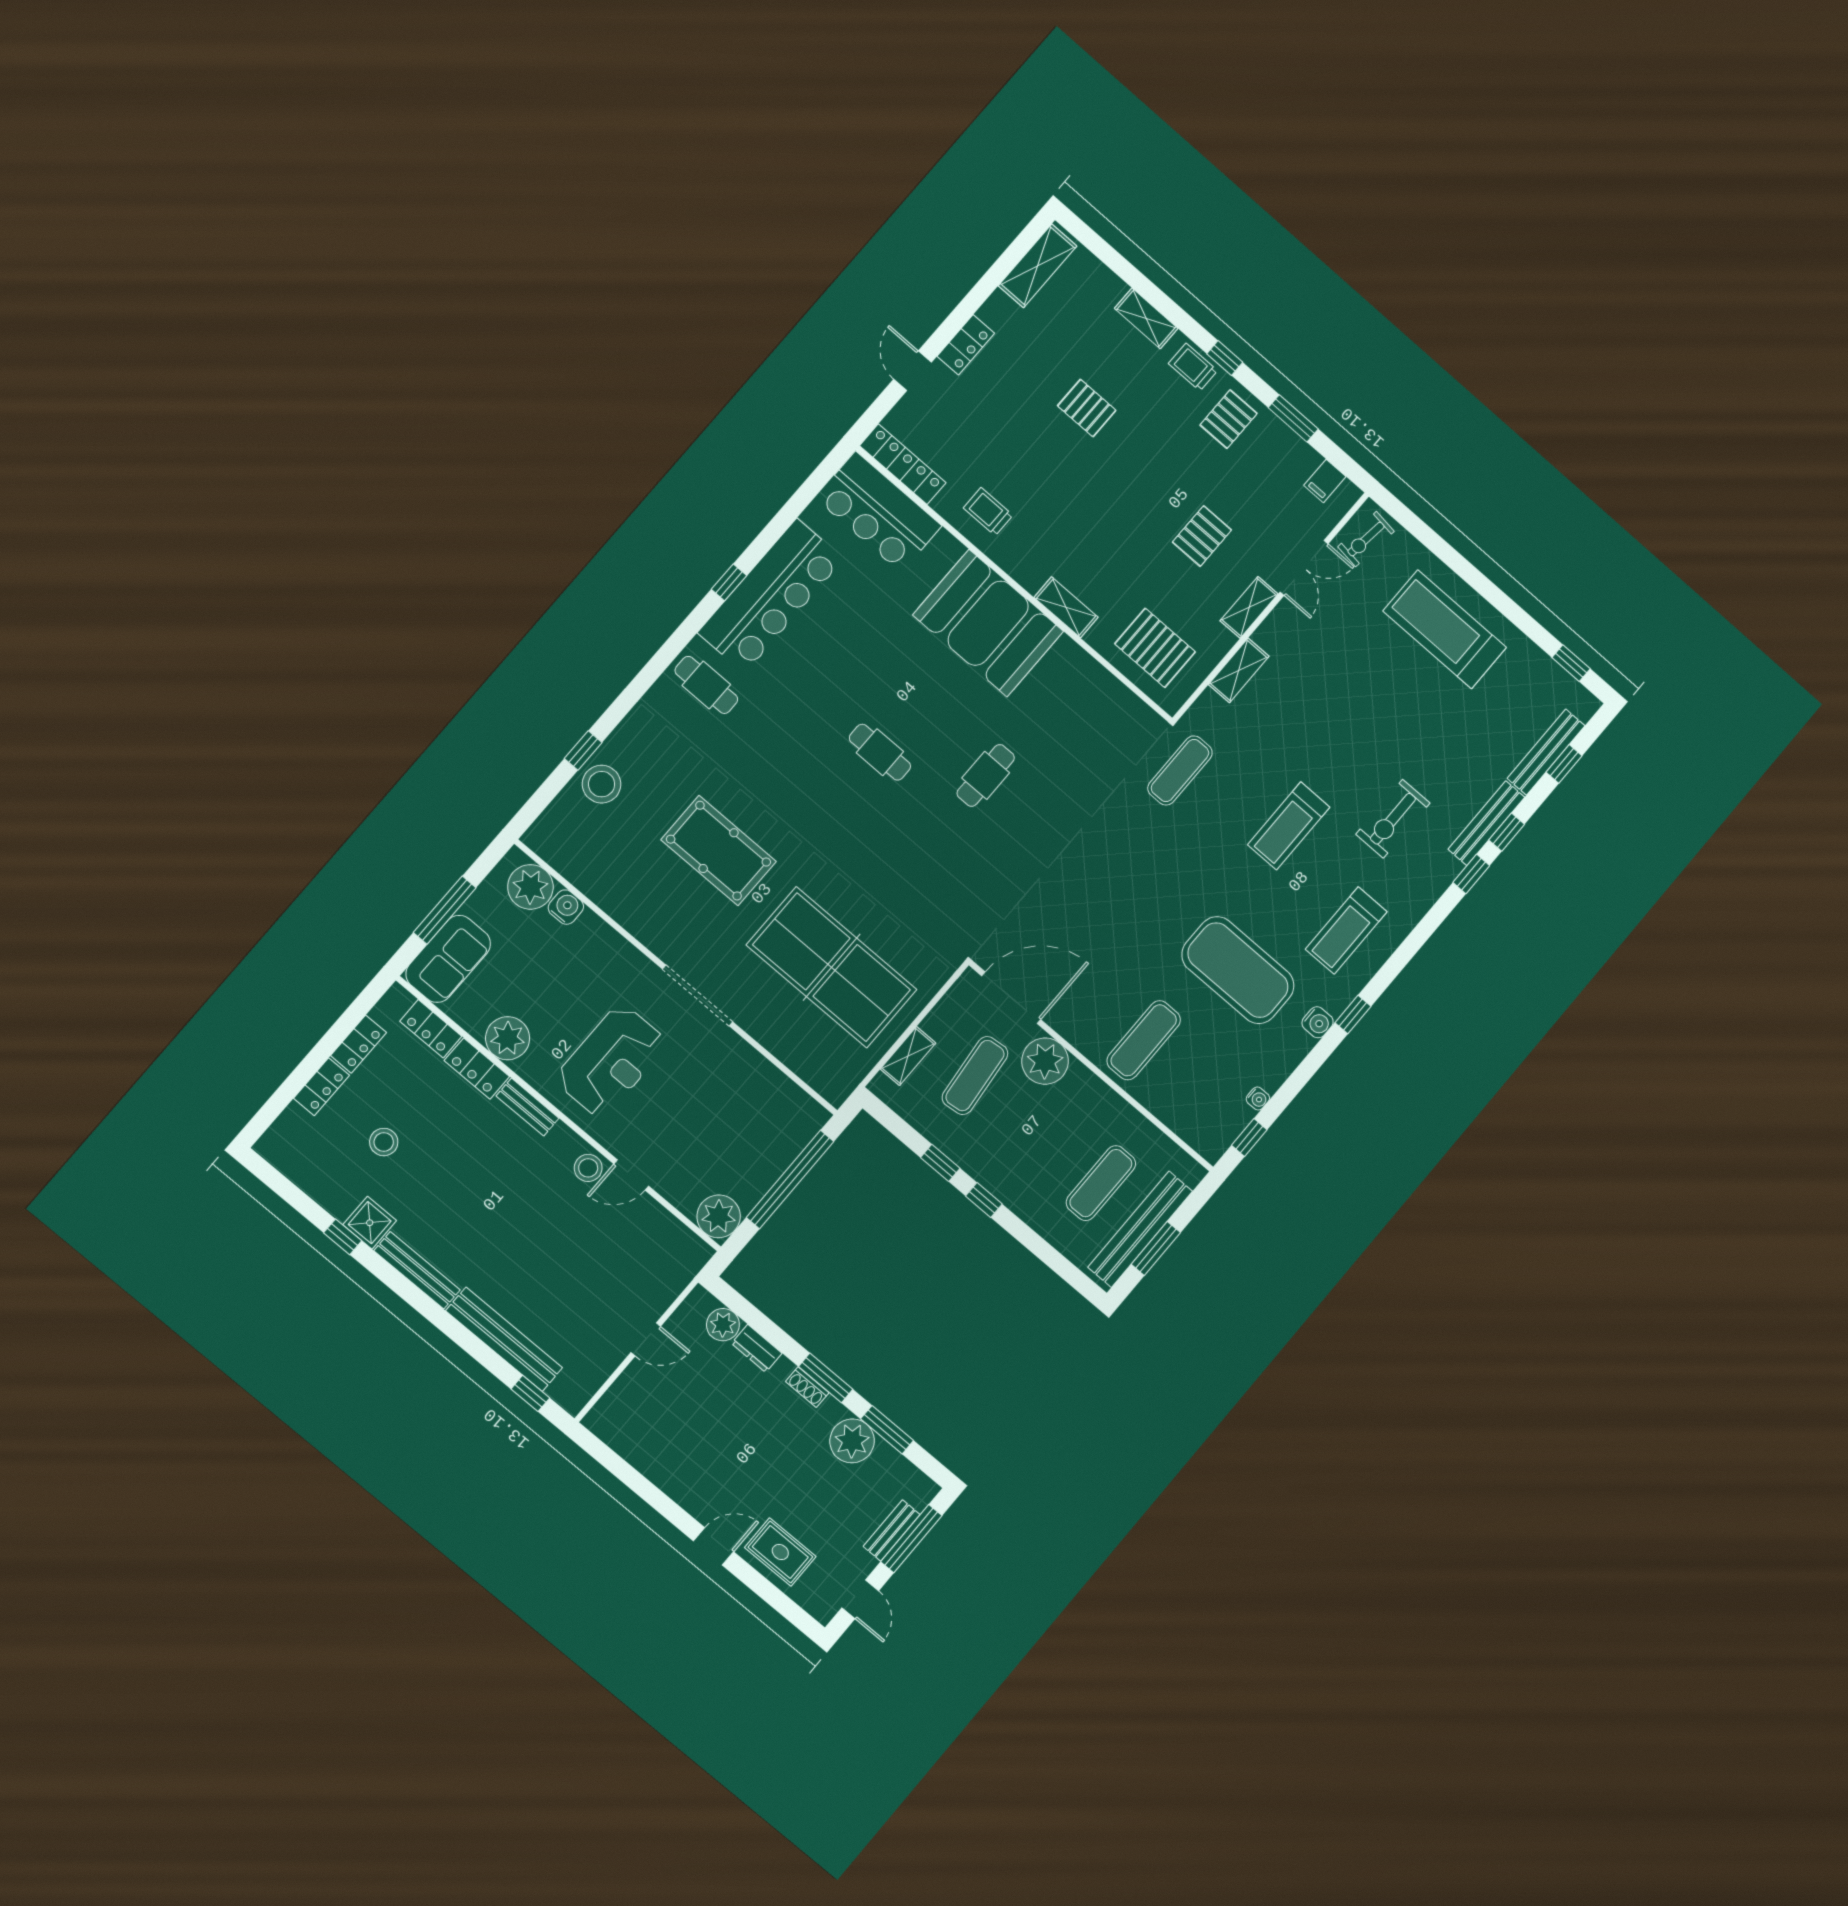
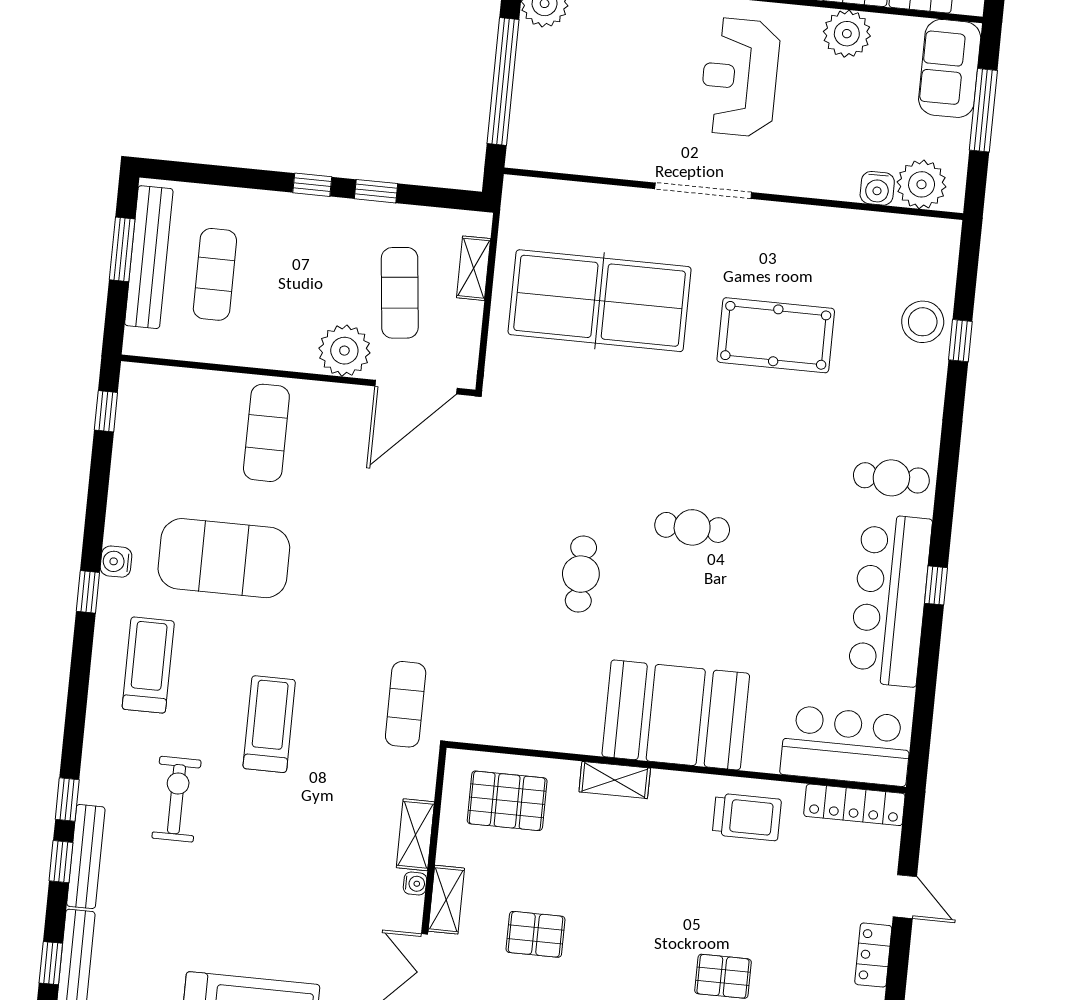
trolley: (988, 512) -> (747, 817), width x1.36, depth x1.39
pallet: (1202, 536) -> (536, 934), turned 90
water cooler: (1258, 1099) -> (415, 884), moved, turned 180

